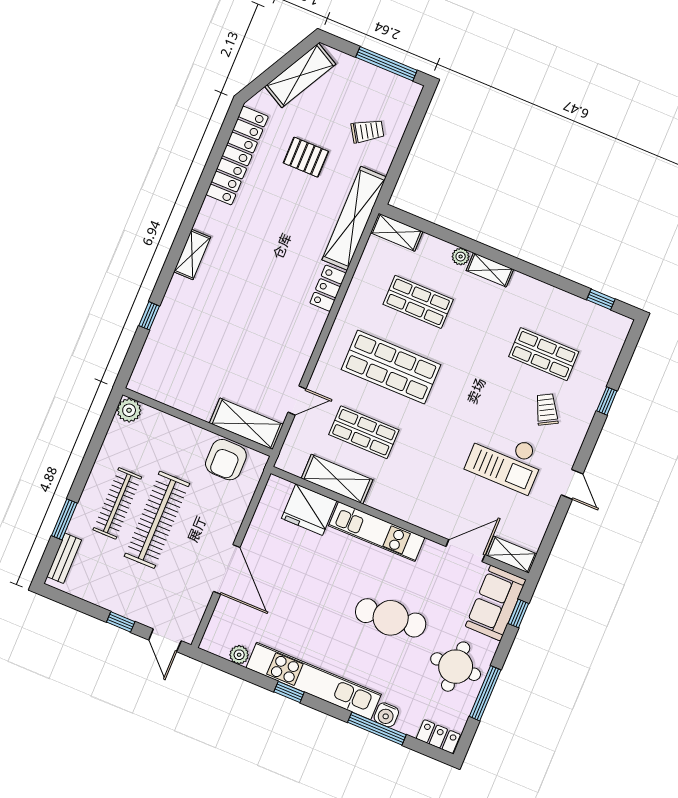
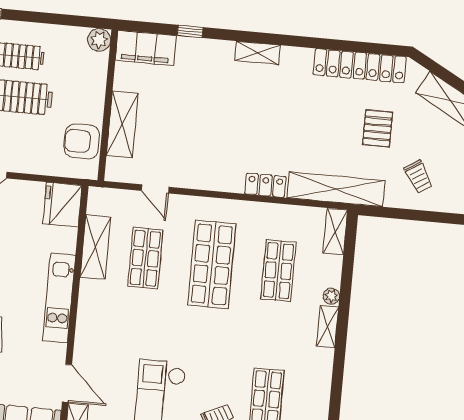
filing cabinet: (152, 366) -> (146, 48), added
shelving: (246, 424) -> (122, 124), moved
fridge: (309, 510) -> (62, 205), moved

